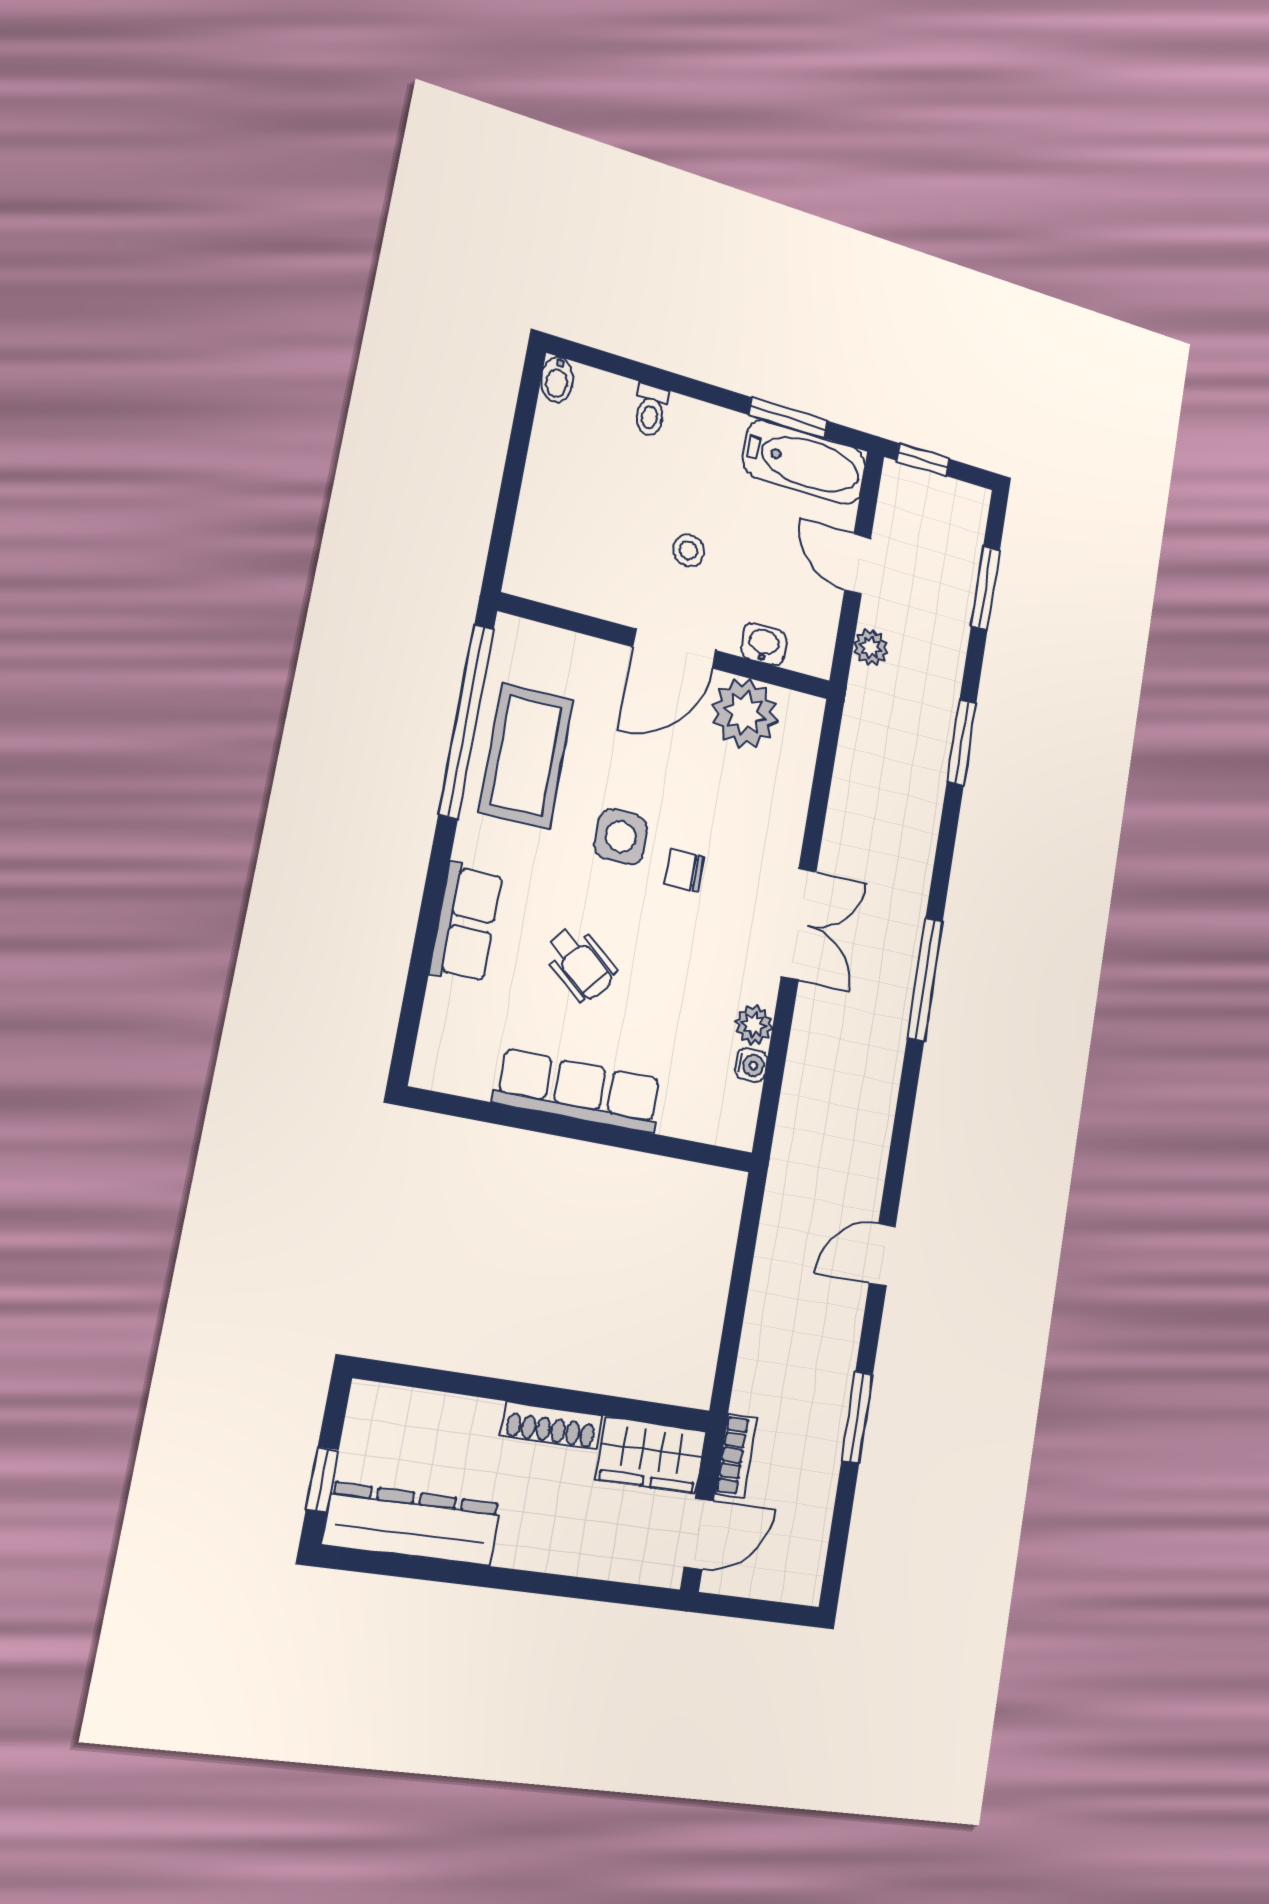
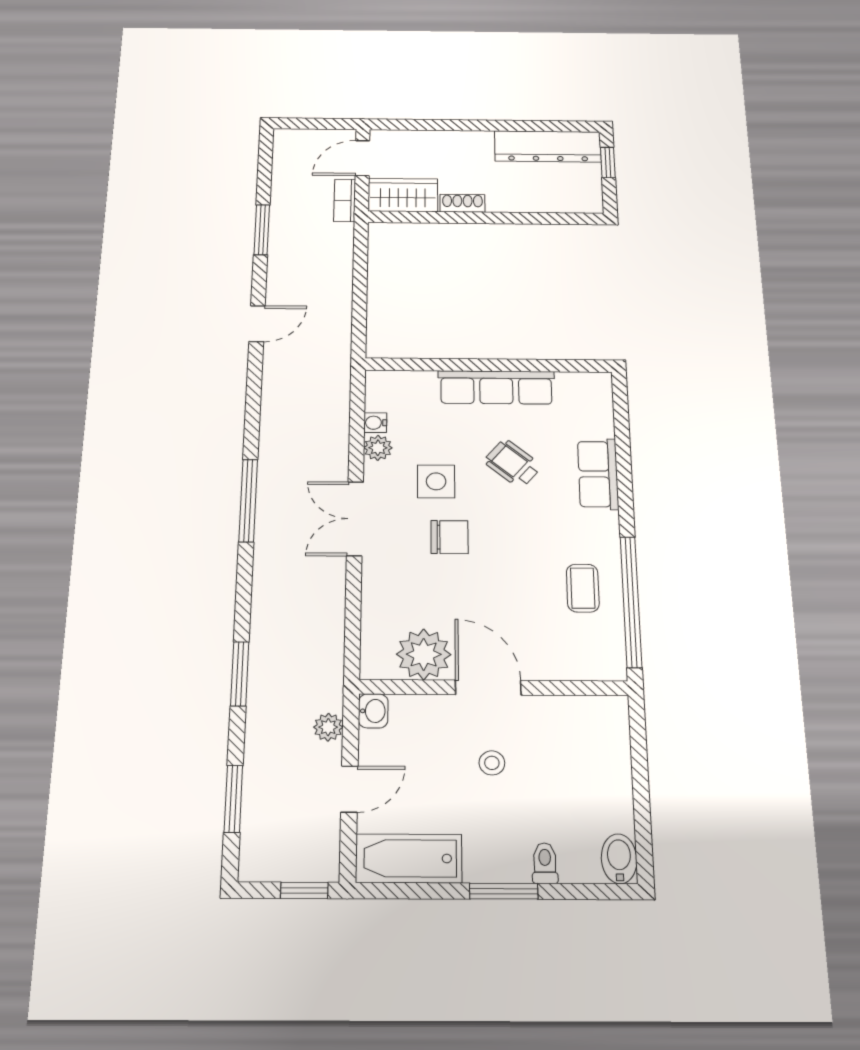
bidet: (557, 380) -> (619, 859), width x1.38, depth x1.36
window: (788, 418) -> (504, 891), moved
door: (858, 564) -> (349, 789), hinge flipped
washbasin: (764, 644) -> (373, 711), moved, turned -90
door: (674, 649) -> (488, 688), hinge flipped
coffee table: (526, 756) -> (583, 588), width x0.54, depth x0.58
side table: (621, 837) -> (436, 481), moved
chair: (684, 870) -> (450, 537), width x1.37, depth x1.37
shoe rack: (552, 1426) -> (462, 203), width x0.70

